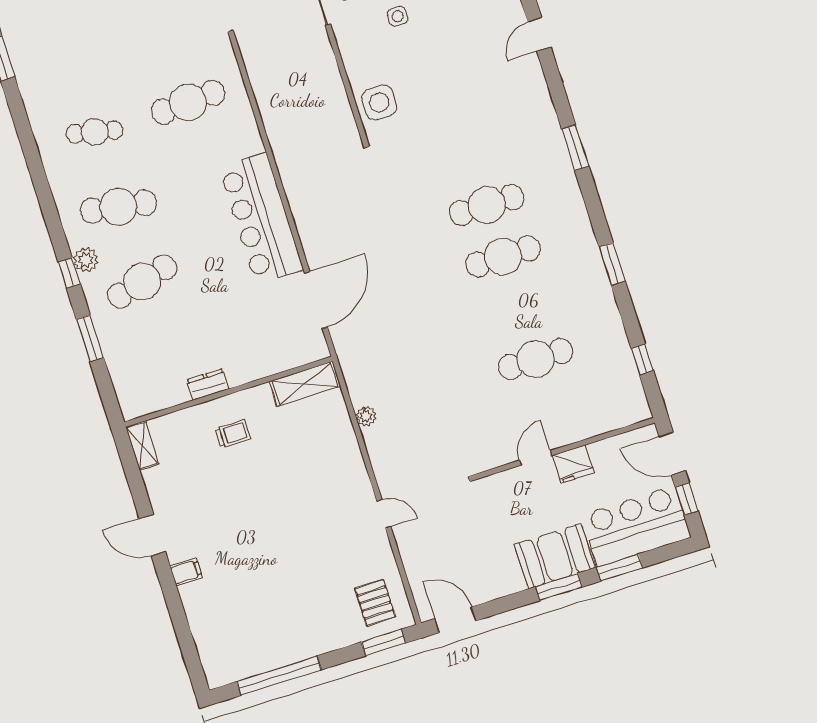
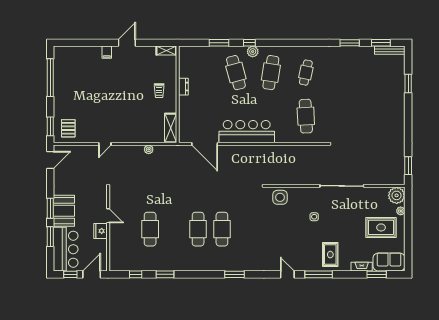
window: (612, 264) -> (165, 274), moved
pallet: (375, 603) -> (68, 128), turned 90

